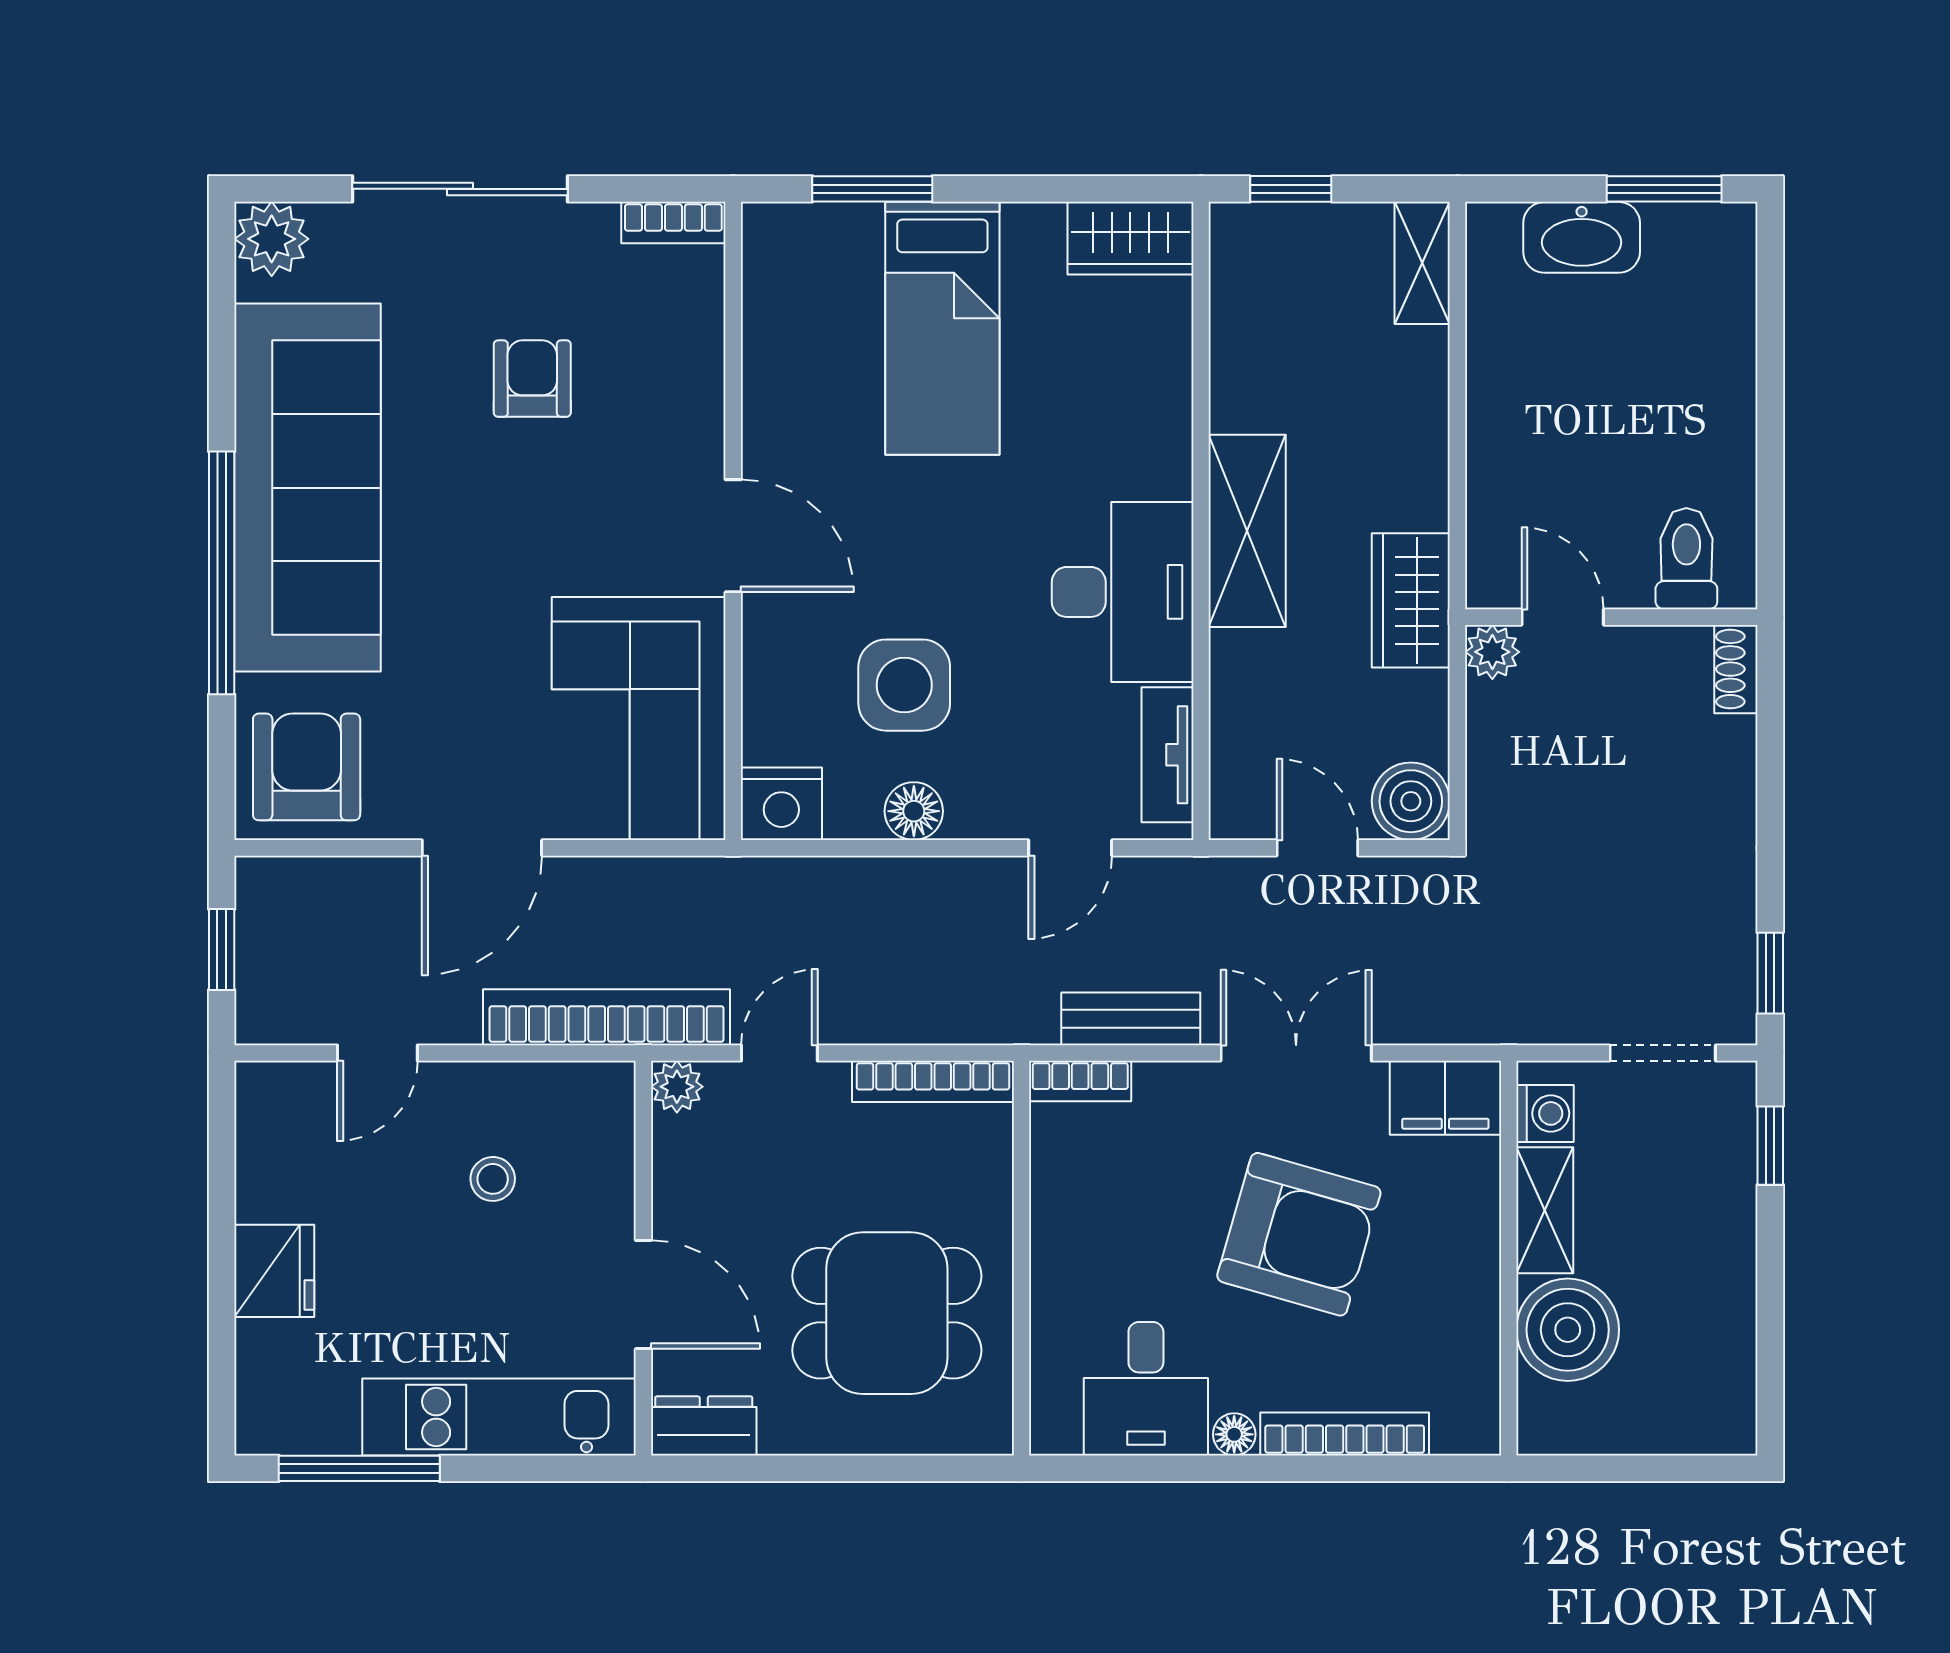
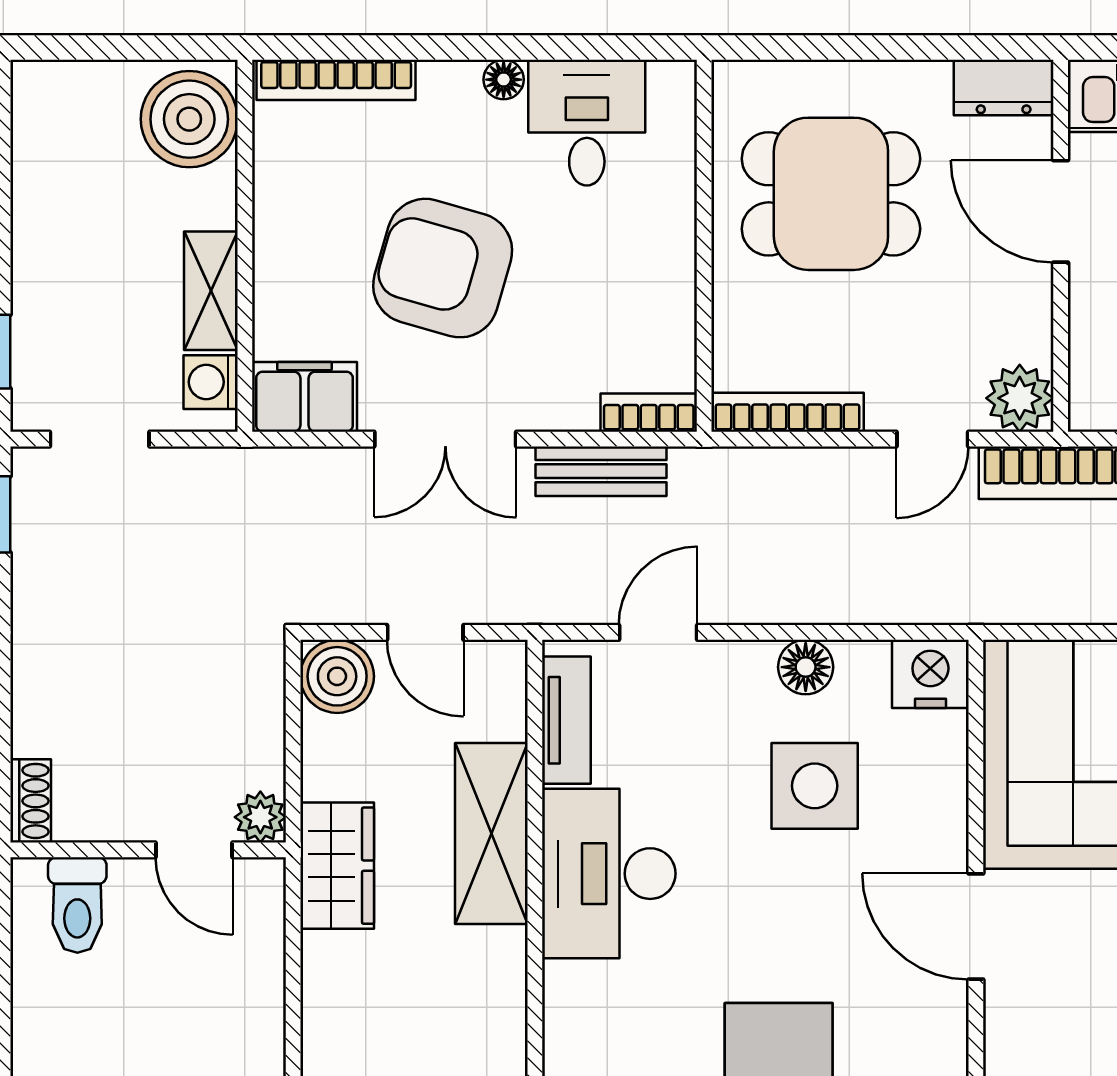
shelving: (1247, 531) -> (491, 834), moved
plant: (677, 1087) -> (1020, 398), width x1.38, depth x1.38
boiler: (1568, 1330) -> (189, 119), moved
bookcase: (1345, 1434) -> (336, 80), moved

